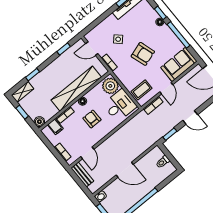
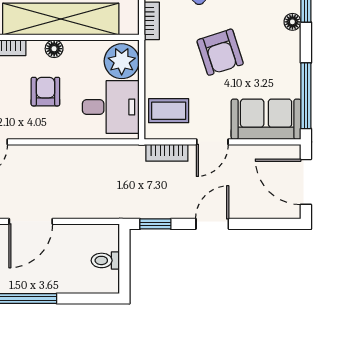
window: (178, 35) -> (306, 96), moved
door: (190, 118) -> (212, 224), swing flipped
door: (125, 170) -> (31, 221), hinge flipped

